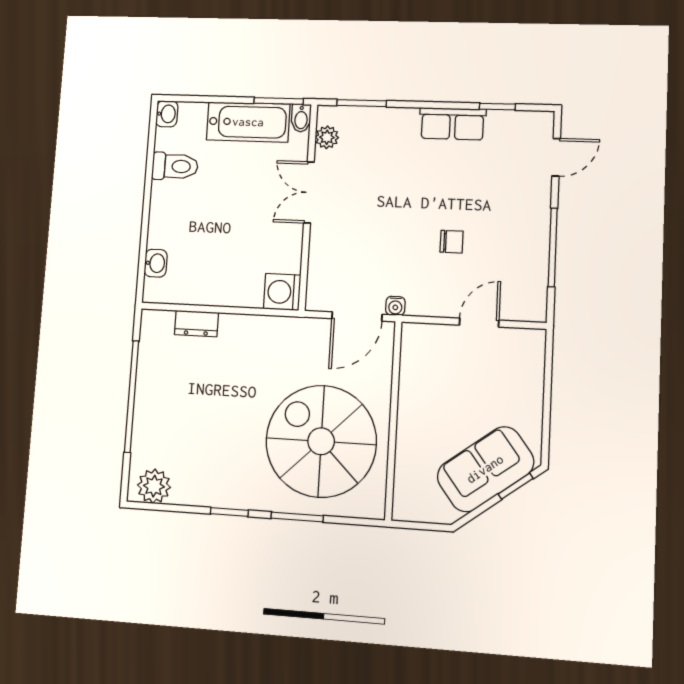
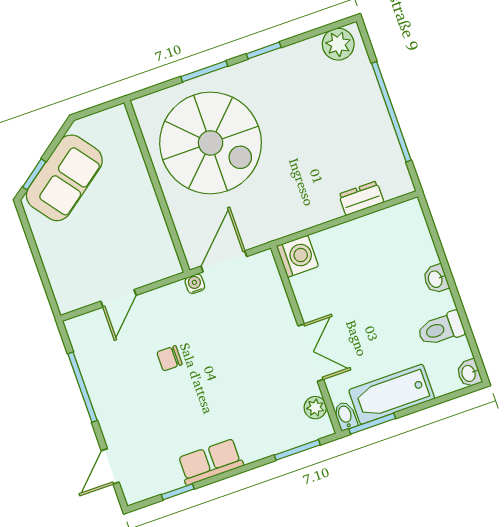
washbasin: (156, 263) -> (436, 279), moved

